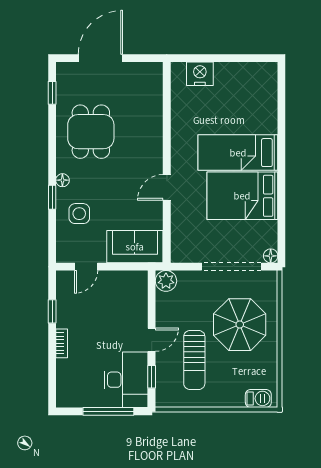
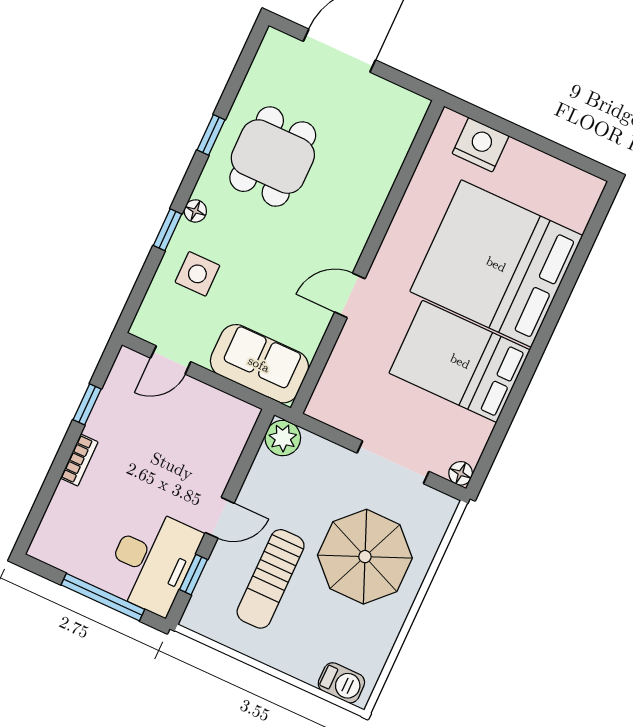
window: (52, 93) -> (211, 135), moved
bed: (238, 153) -> (496, 264), width x2.04
doorway: (231, 267) -> (393, 462), width x0.73

